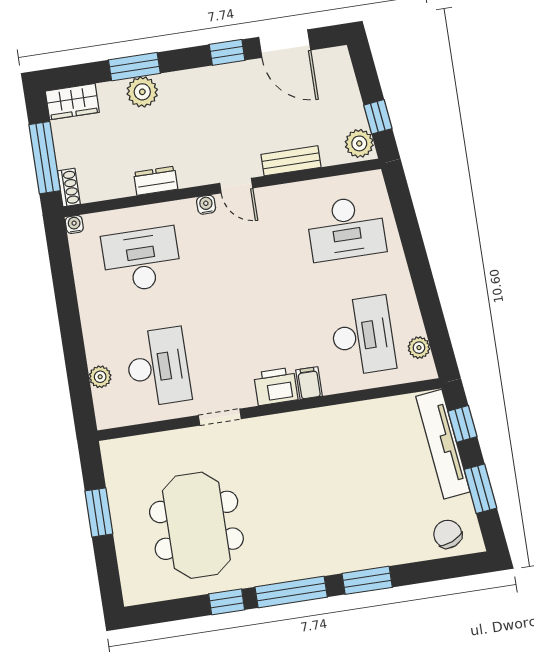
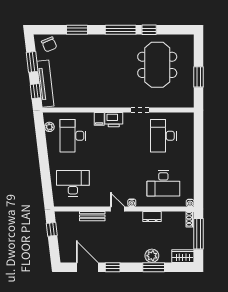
plant: (359, 143) -> (62, 219), removed
plant: (100, 377) -> (189, 135), removed
window: (367, 580) -> (77, 30), moved

